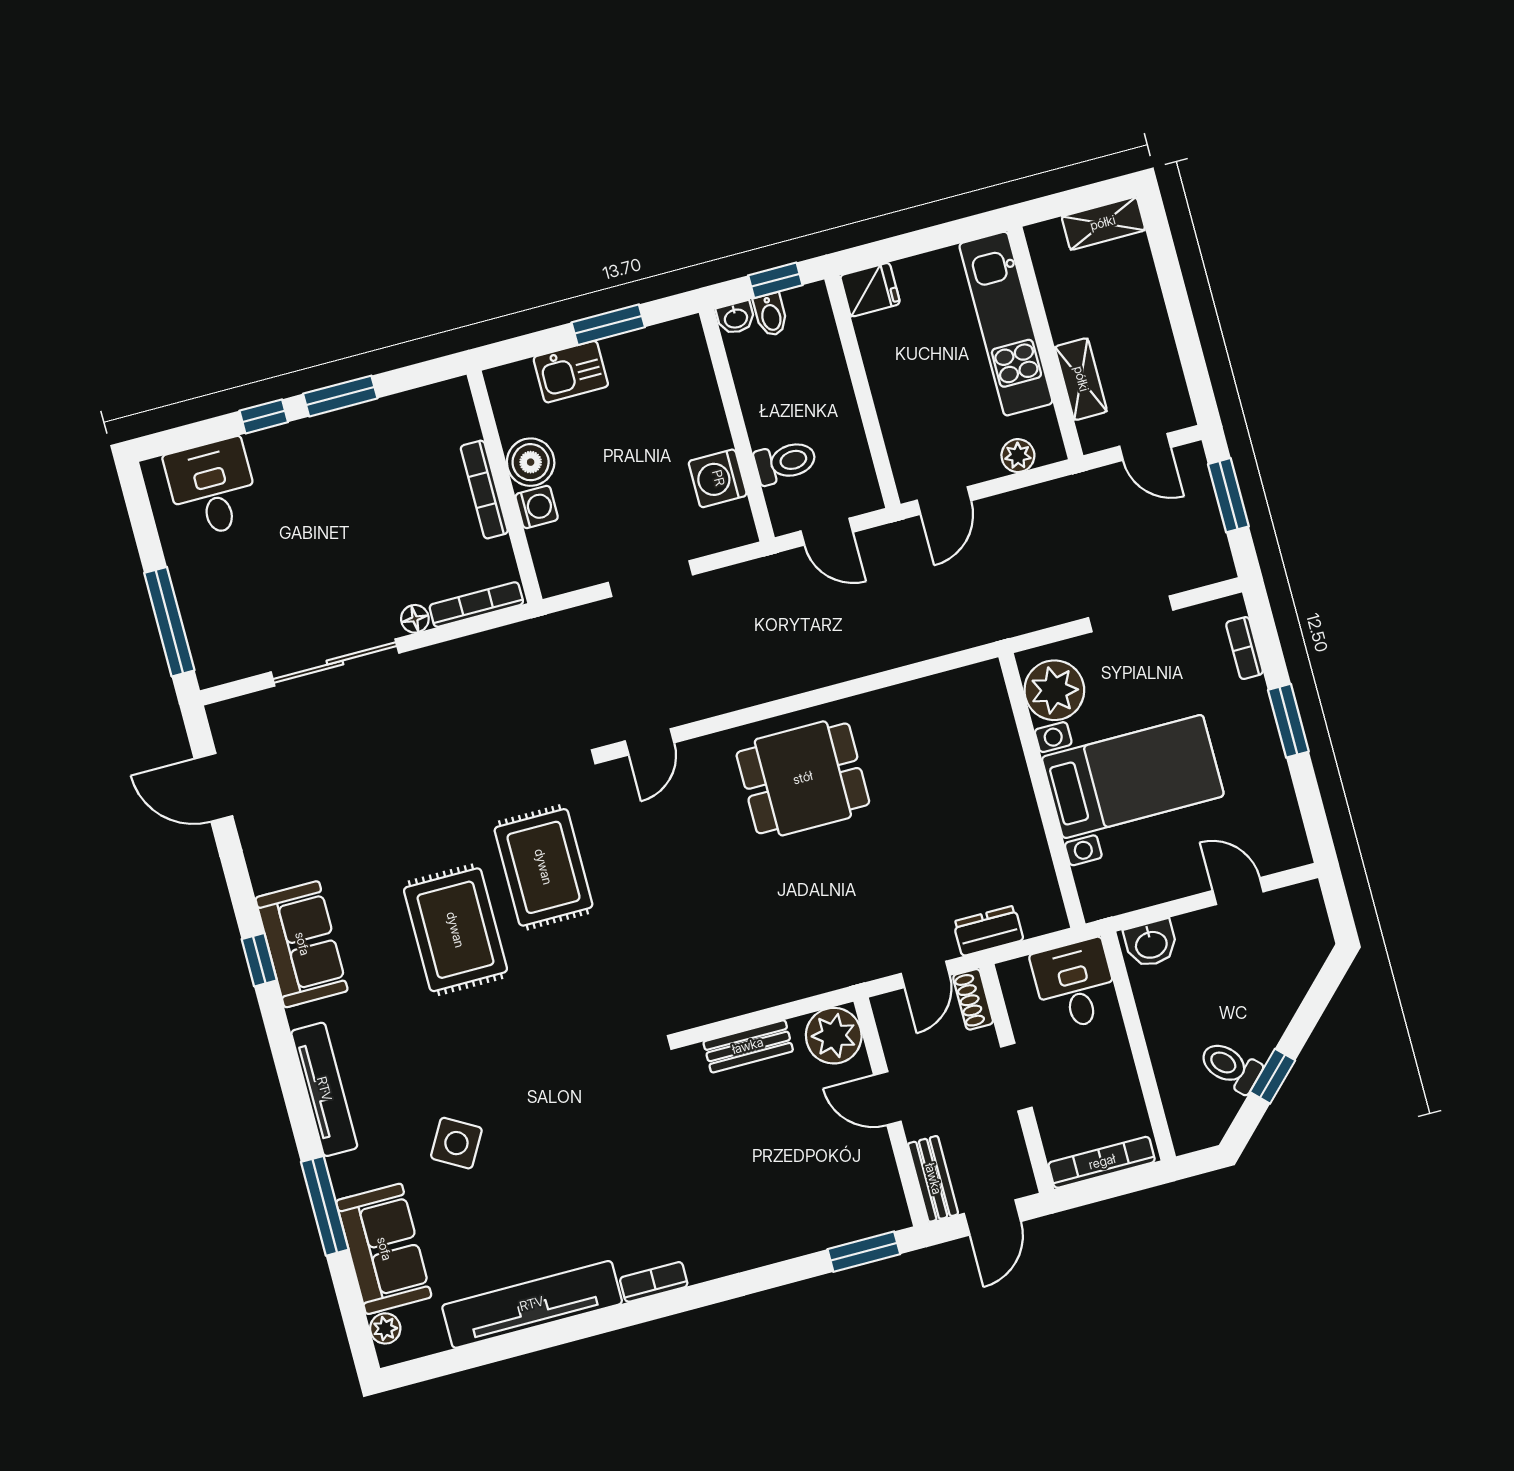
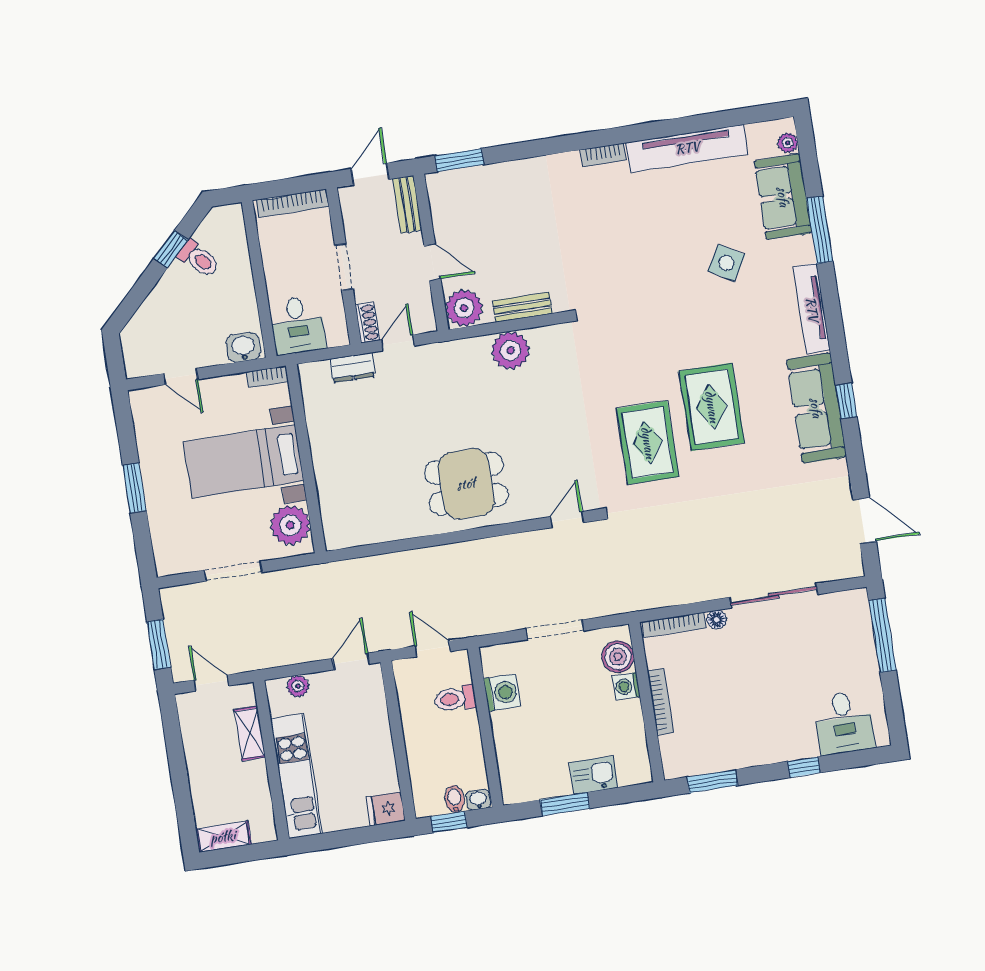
window: (340, 396) -> (712, 781), moved
boiler: (531, 462) -> (618, 657), moved
bookcase: (1245, 648) -> (267, 377), moved, turned 90
sofa: (302, 944) -> (816, 408), width x1.36
plant: (759, 981) -> (510, 350), added

